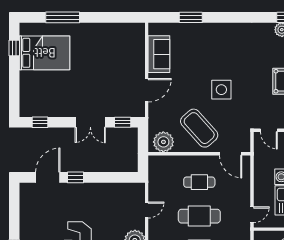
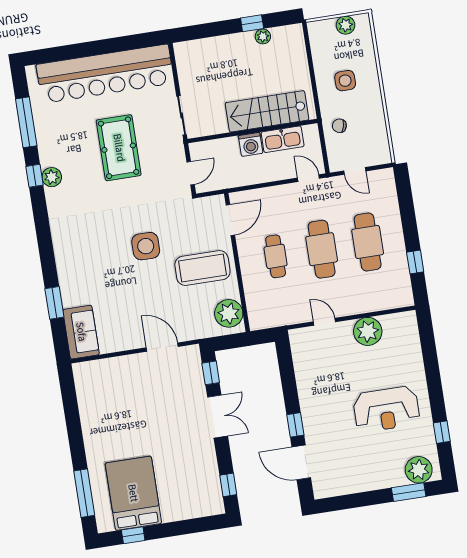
window: (63, 17) -> (84, 493), moved
sofa: (159, 54) -> (81, 332), moved, turned 90
coffee table: (199, 128) -> (202, 268), turned 42

